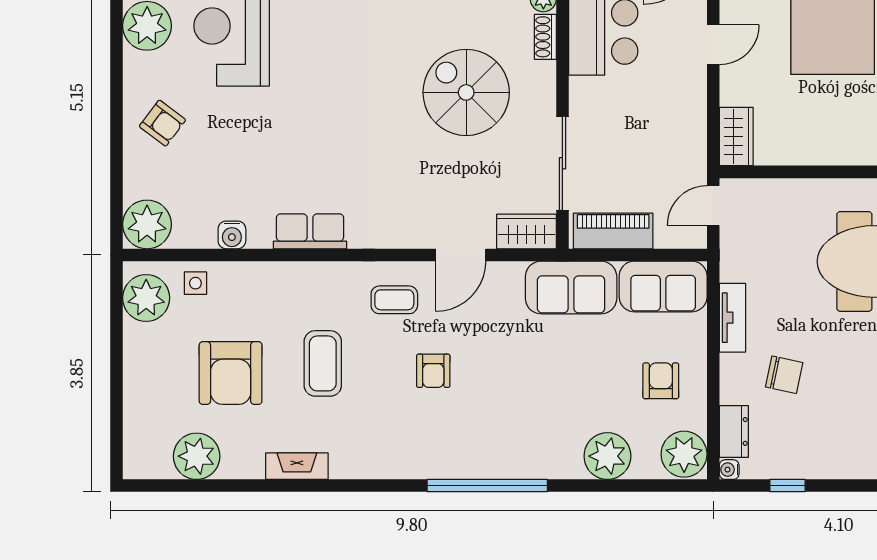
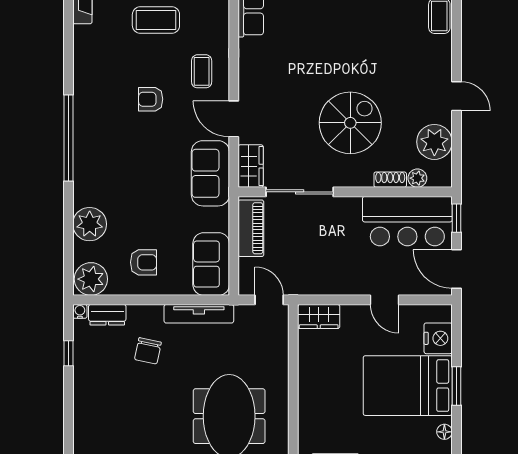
sofa: (571, 288) -> (210, 173), moved
tv unit: (732, 318) -> (199, 314), width x1.41

